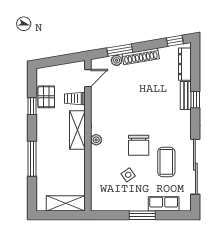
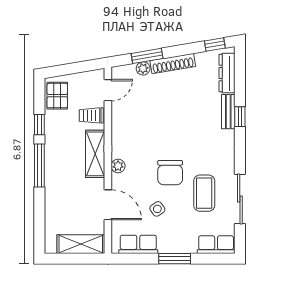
pallet: (46, 97) -> (57, 96), moved
window: (32, 159) -> (39, 166), moved
sliding door: (195, 167) -> (240, 199), width x0.73
door: (88, 171) -> (108, 205), added
row of seats: (113, 204) -> (138, 244), added
row of seats: (164, 204) -> (216, 245), moved

